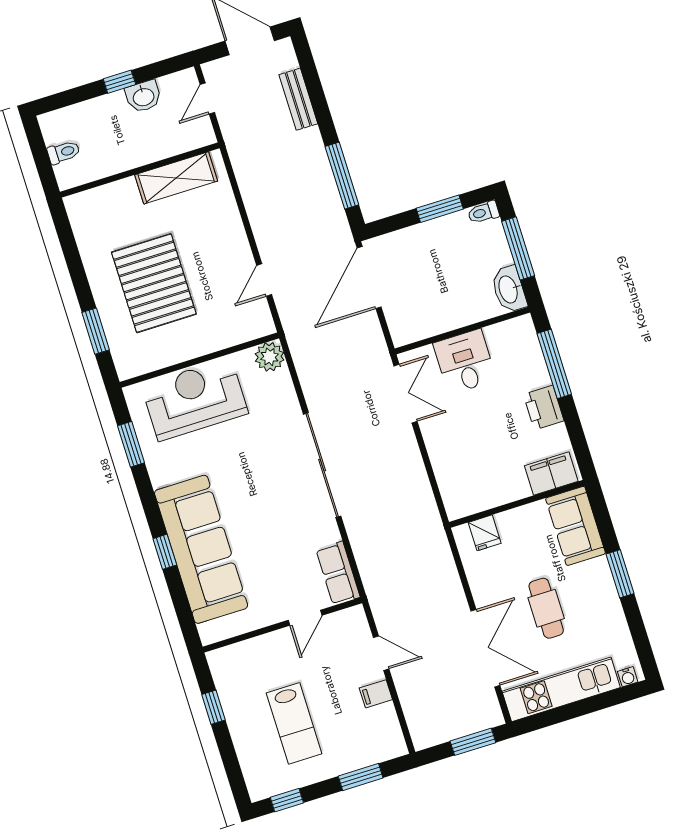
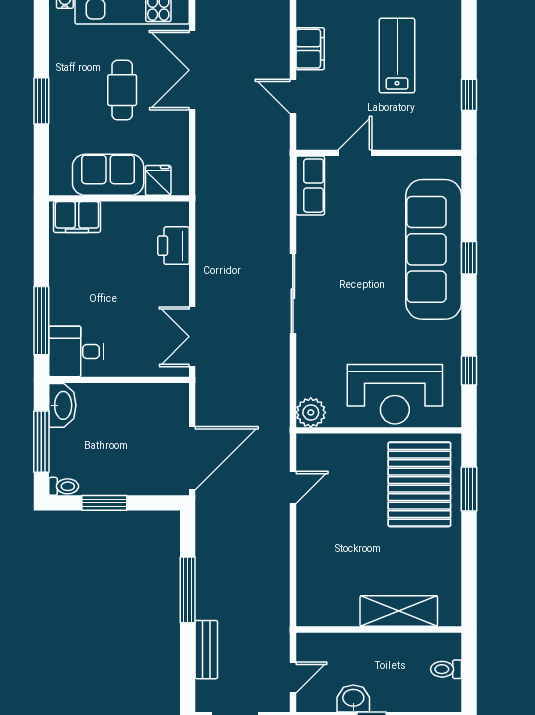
window: (342, 176) -> (188, 590), moved
shelving: (176, 178) -> (399, 611), moved
pallet: (154, 283) -> (419, 484), moved
desk: (465, 362) -> (76, 351), moved, turned 90
printer: (544, 408) -> (174, 246), moved, turned 180
window: (131, 444) -> (469, 371), width x0.67
sliding door: (322, 465) -> (293, 294), width x0.73
sofa: (576, 526) -> (108, 175), moved, turned -90
filing cabinet: (376, 694) -> (310, 49), width x2.00

